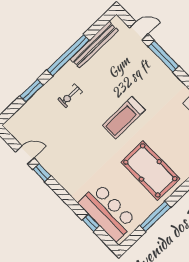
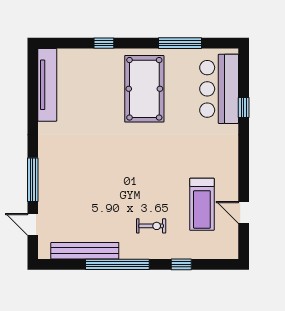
window: (31, 91) -> (181, 264), width x0.67
treadmill: (124, 118) -> (202, 204), moved, turned 90
window: (42, 173) -> (244, 182), removed
window: (91, 223) -> (244, 108), moved

